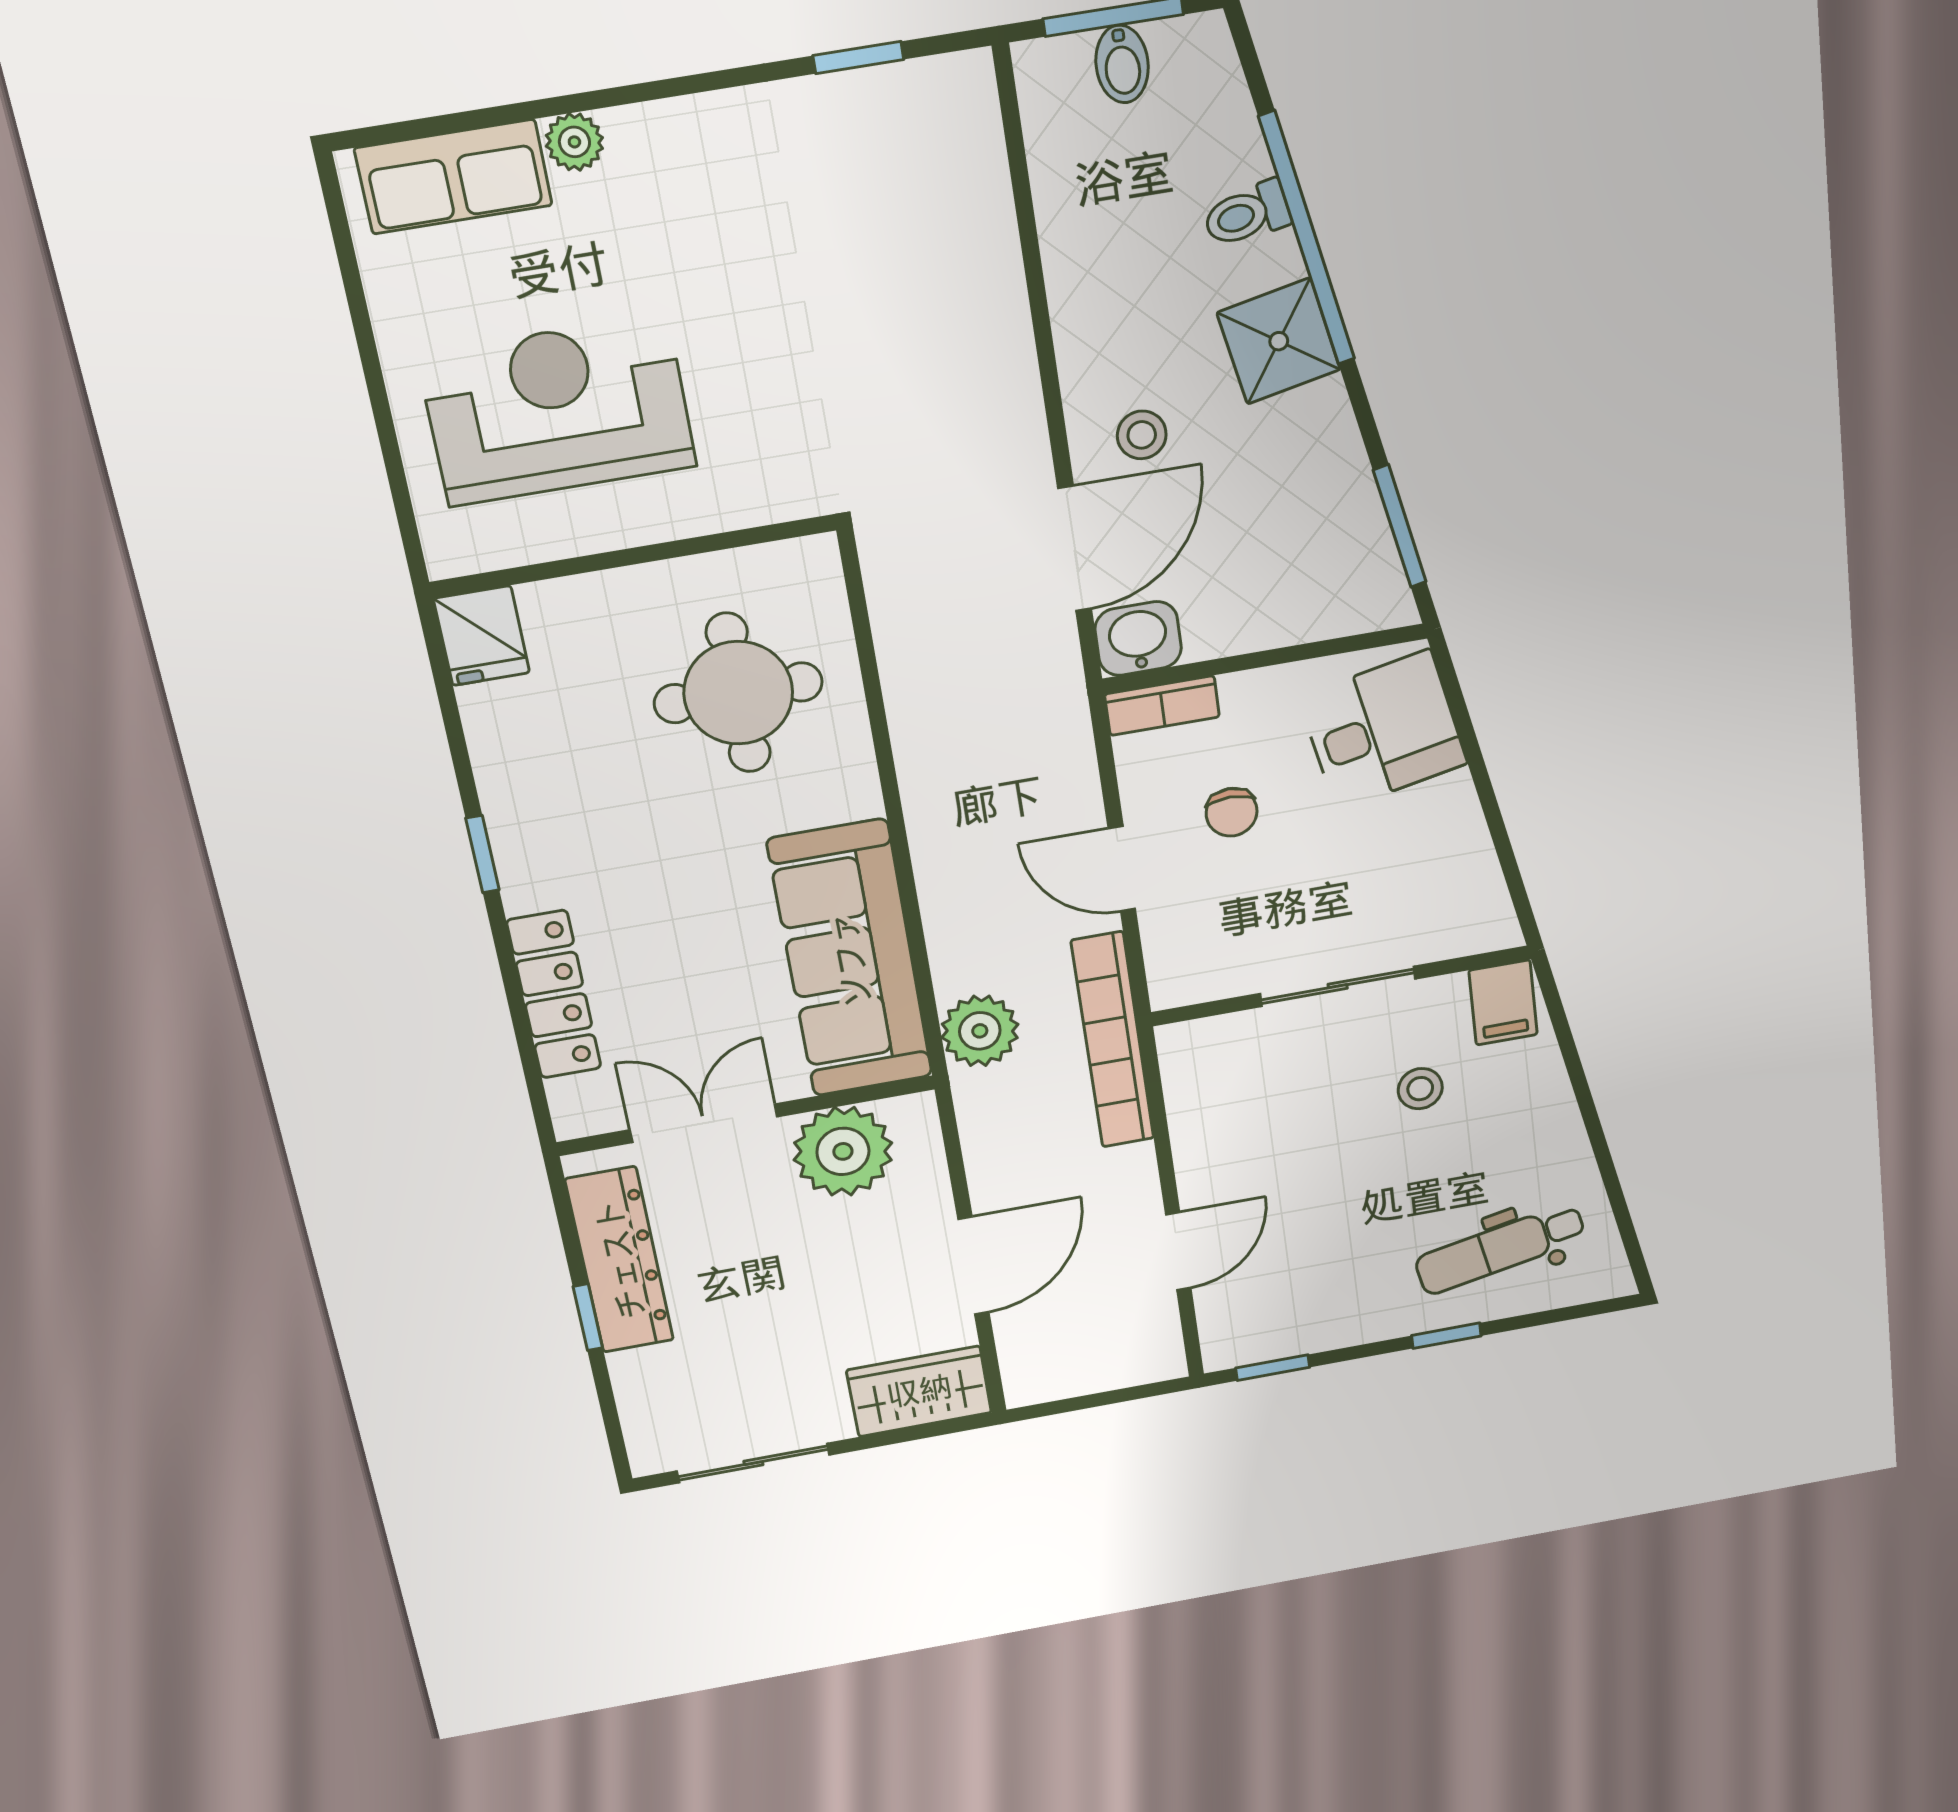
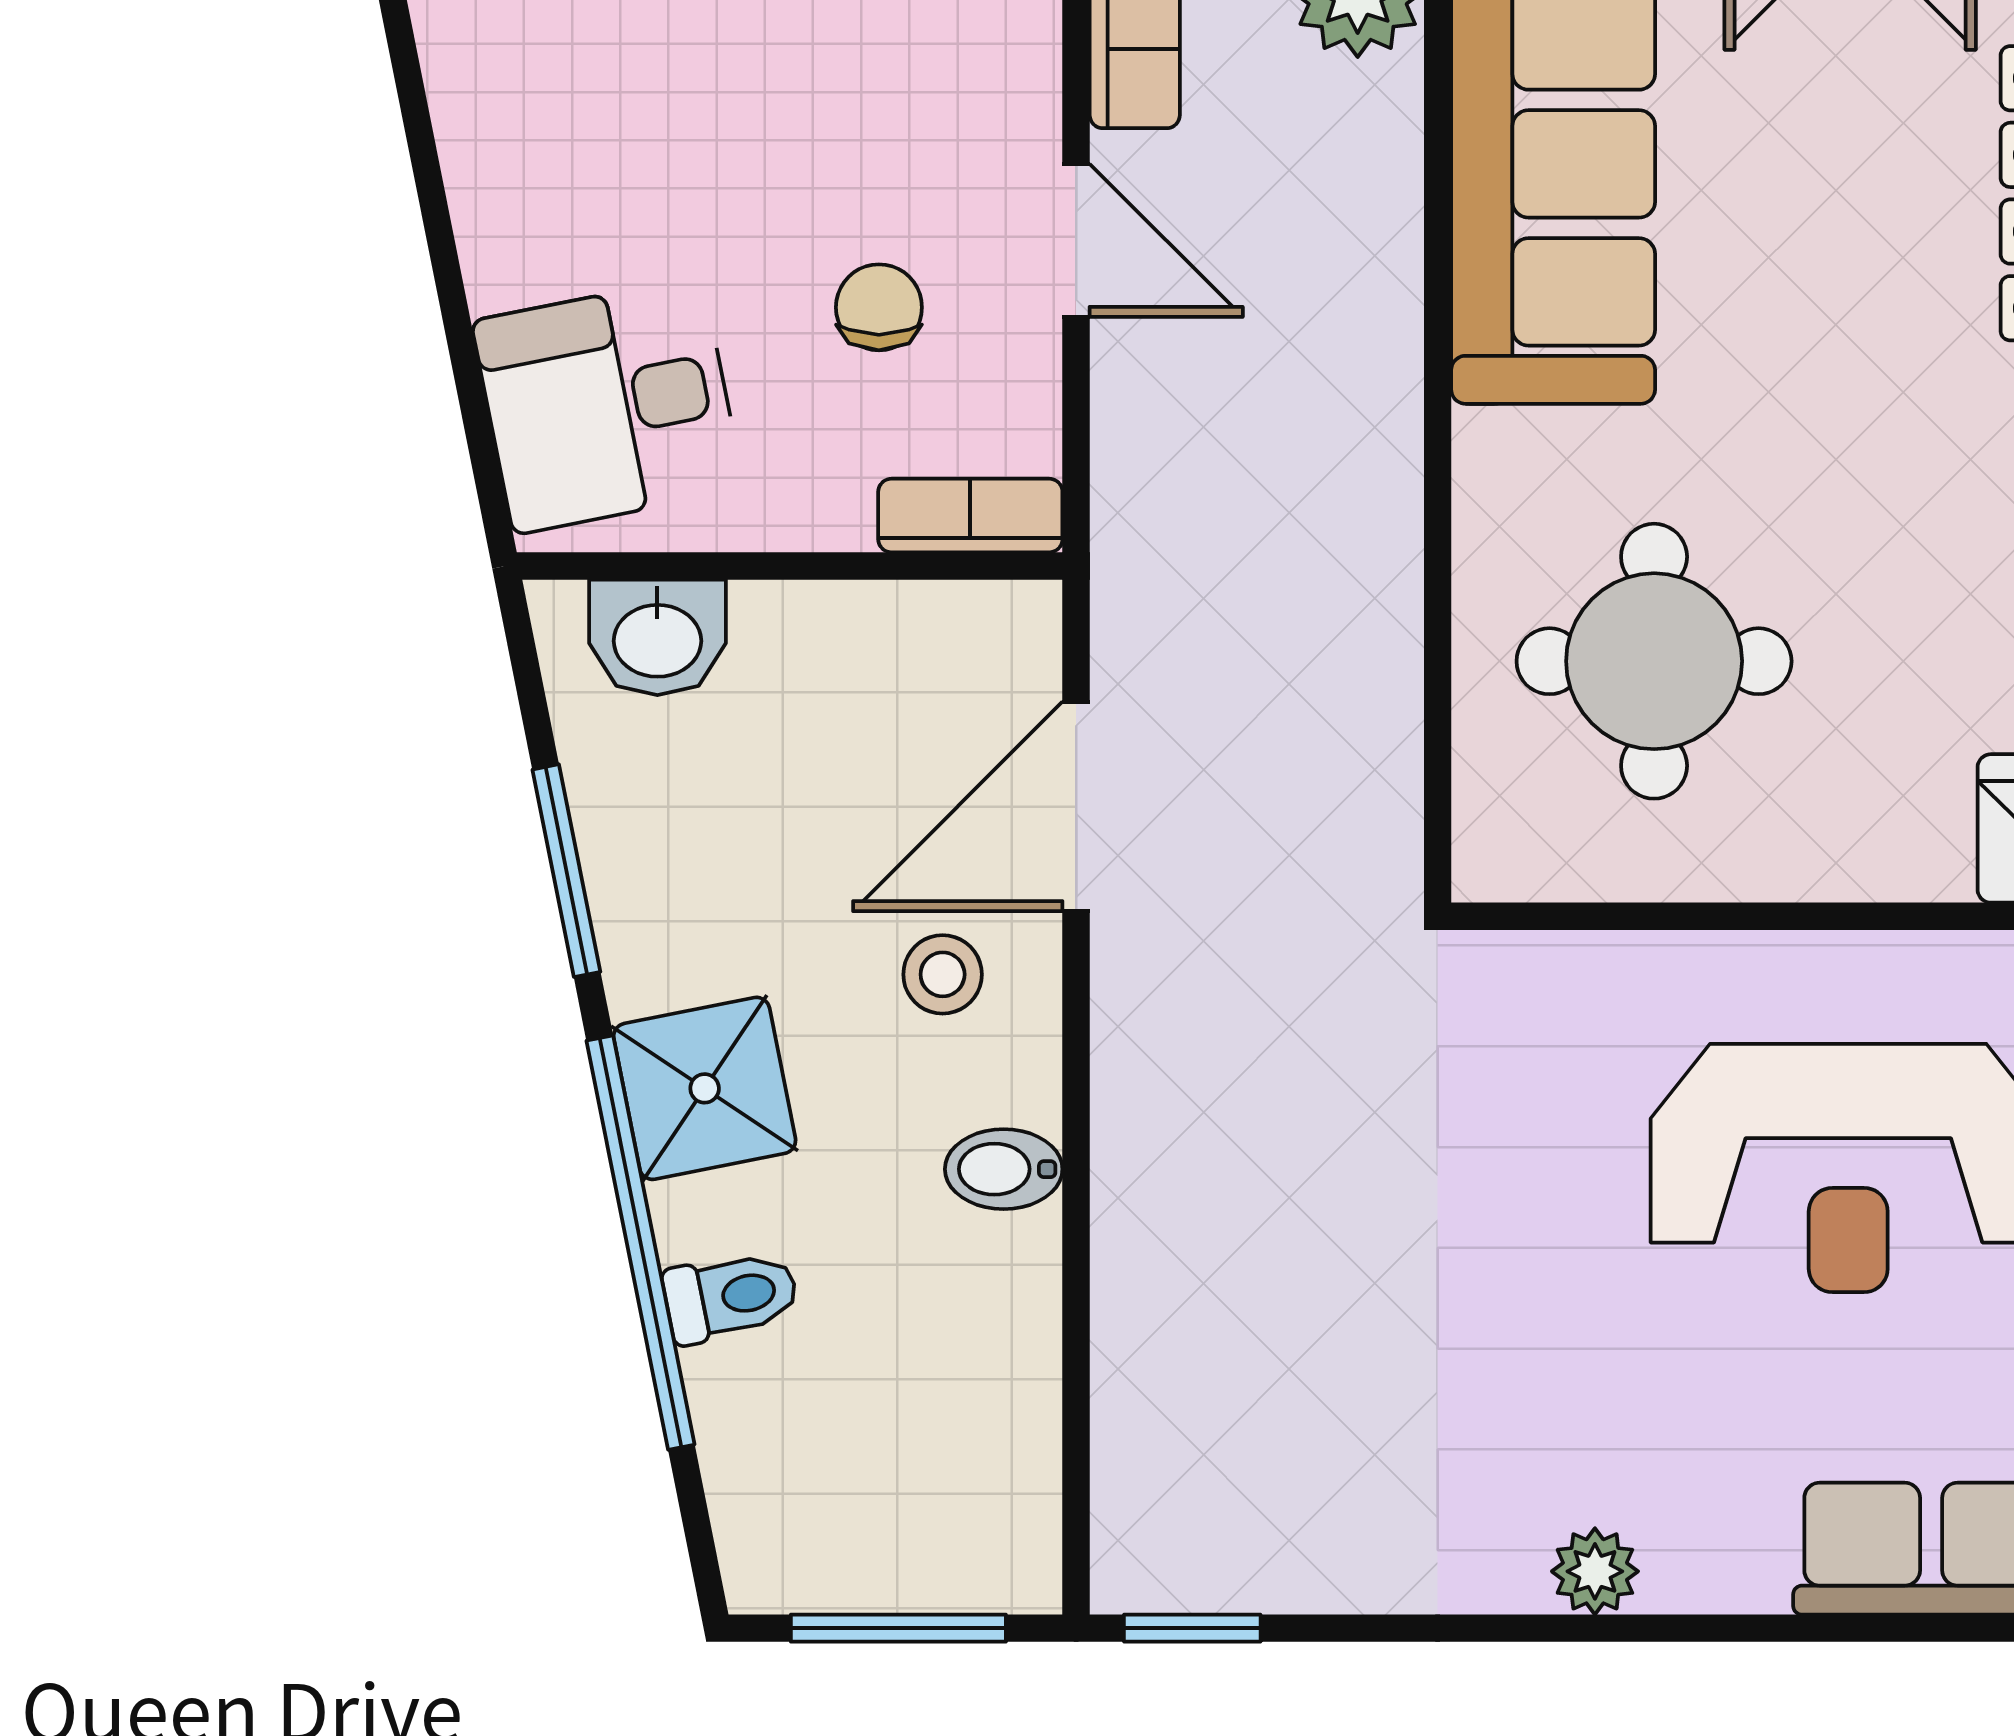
window: (858, 58) -> (1192, 1628), moved
bidet: (1122, 64) -> (1004, 1169), moved, turned -90
plant: (574, 142) -> (1595, 1571), moved
window: (1400, 526) -> (566, 871), moved
washbasin: (1138, 639) -> (657, 637), moved

